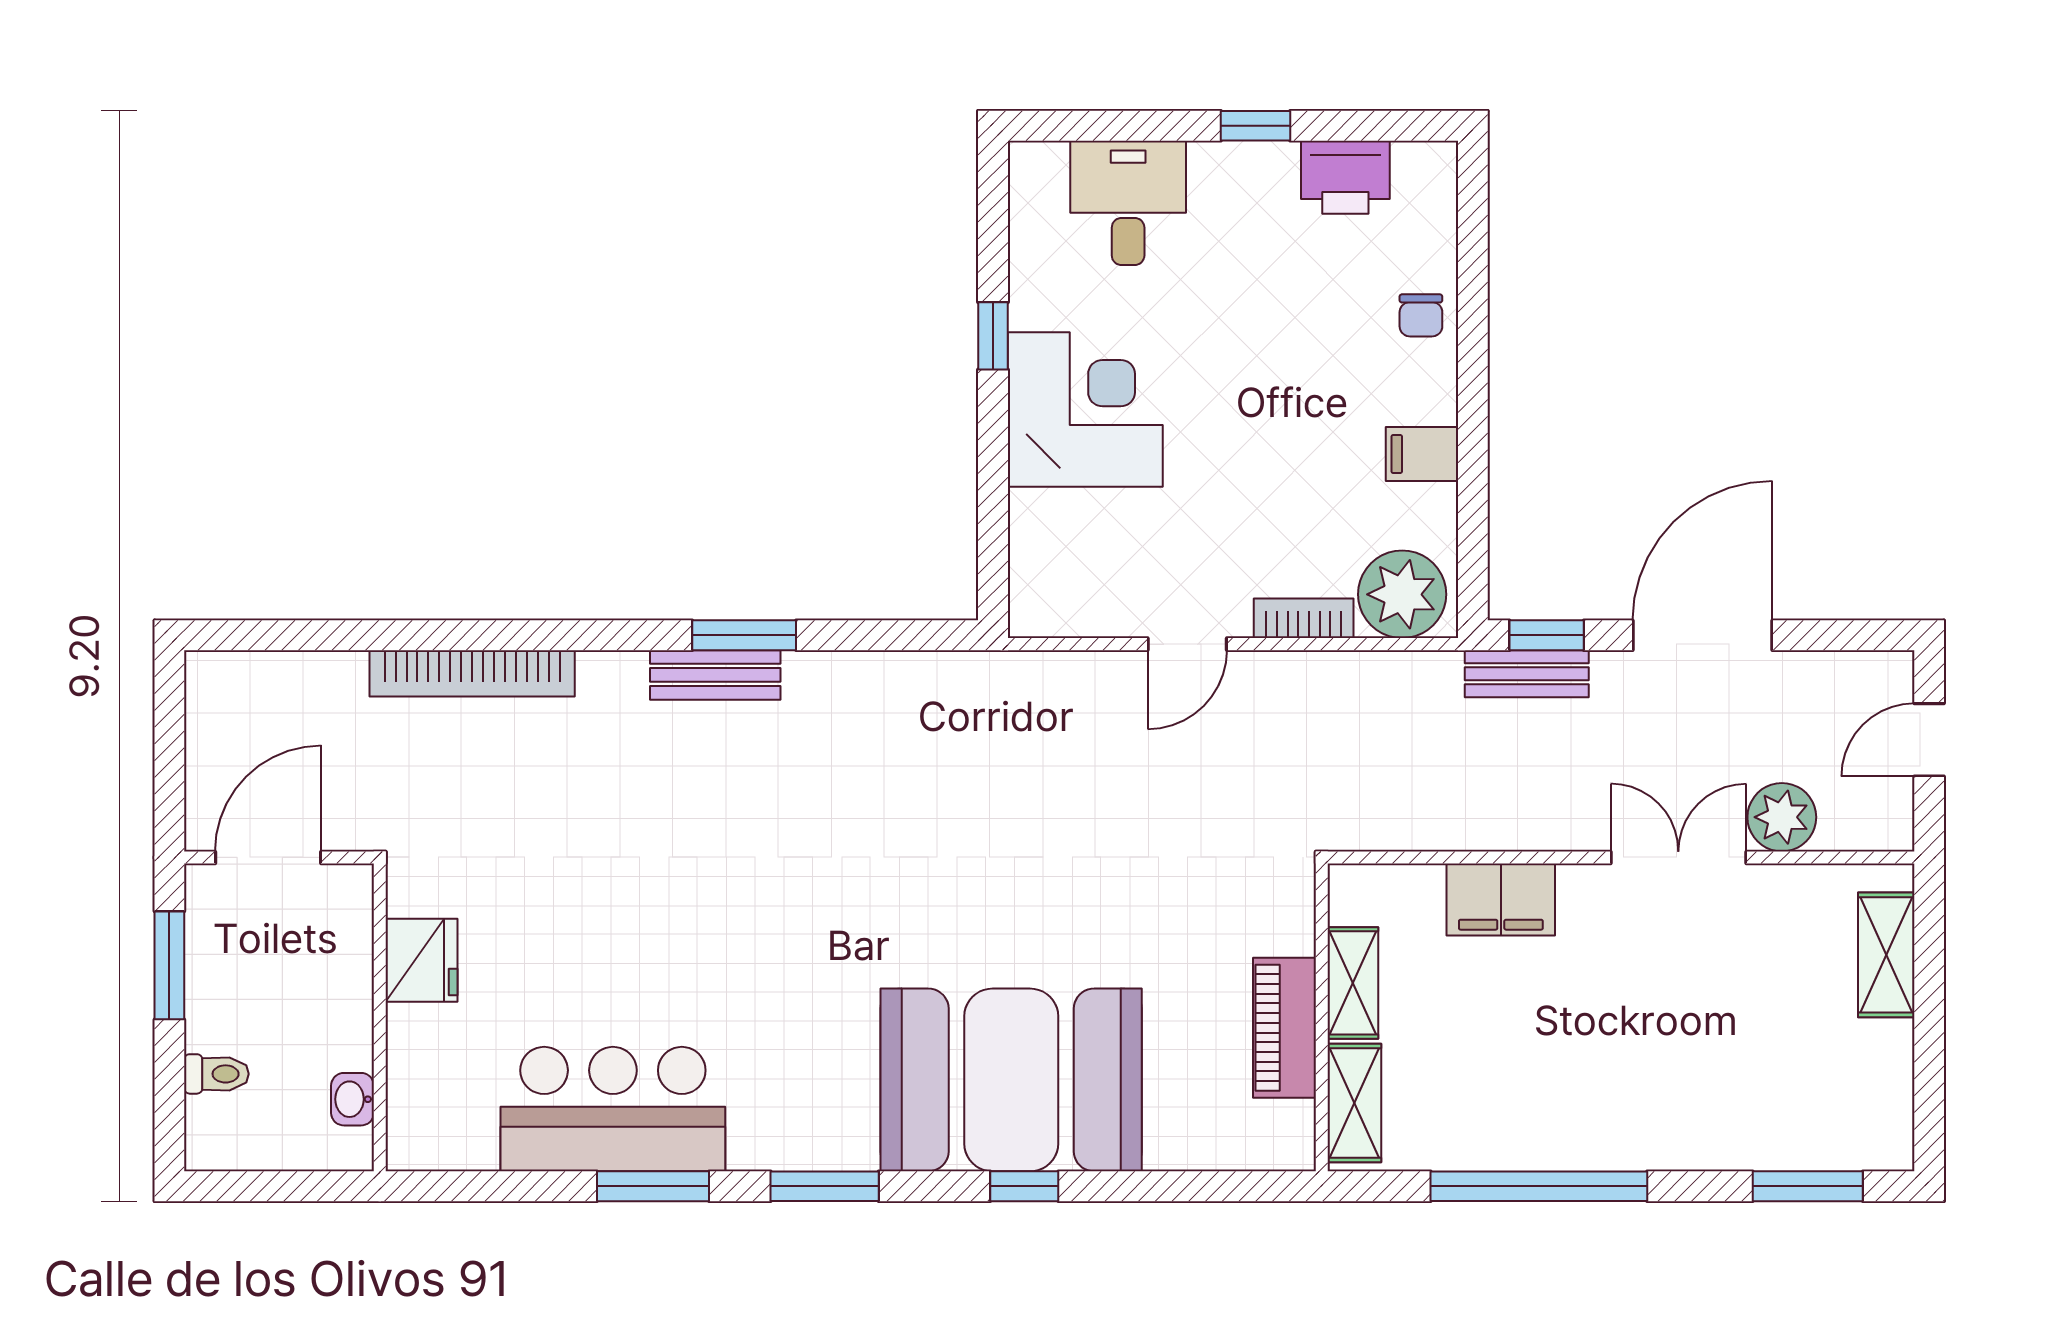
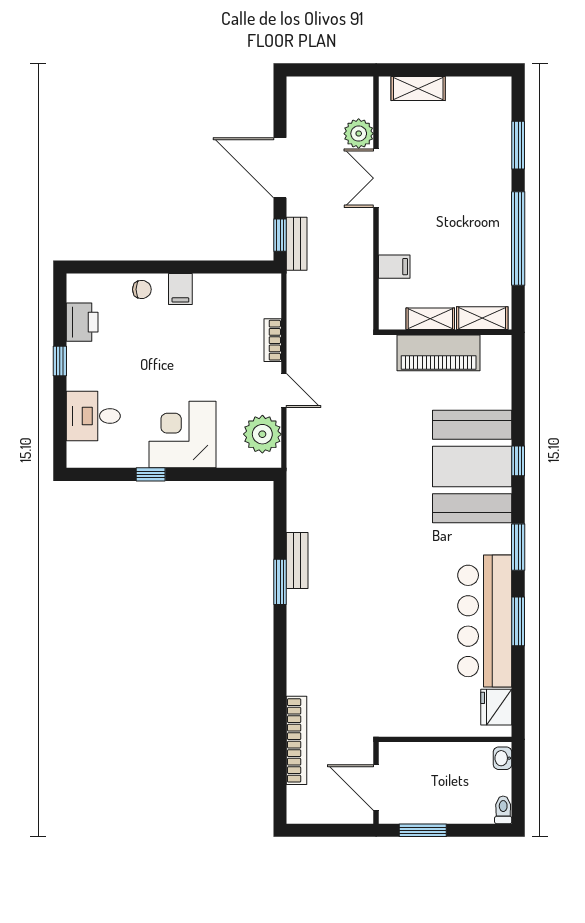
filing cabinet: (1422, 454) -> (180, 289), moved
plant: (1402, 594) -> (262, 434), moved
bookcase: (472, 673) -> (296, 740), moved
bench: (715, 675) -> (297, 560), moved
door: (1929, 740) -> (325, 70), removed
filing cabinet: (1501, 899) -> (394, 267), width x0.50
fridge: (422, 960) -> (496, 707), moved, turned -90
piano: (1285, 1028) -> (439, 353), width x1.37, depth x1.33
toilet: (216, 1074) -> (503, 810), moved
washbasin: (352, 1099) -> (503, 758), moved, turned 90
bar counter: (613, 1109) -> (485, 621), width x1.36
window: (1808, 1186) -> (518, 145), moved

